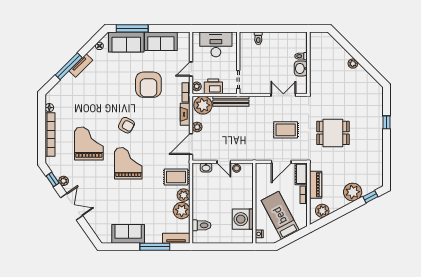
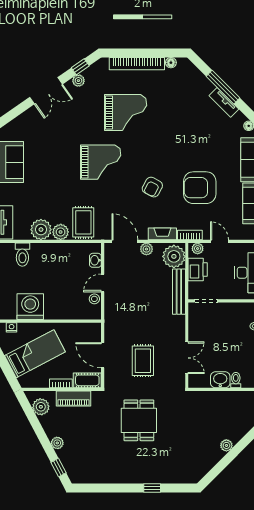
armchair: (126, 125) -> (152, 187), moved
plant: (353, 192) -> (57, 443), width x0.53, depth x0.53

